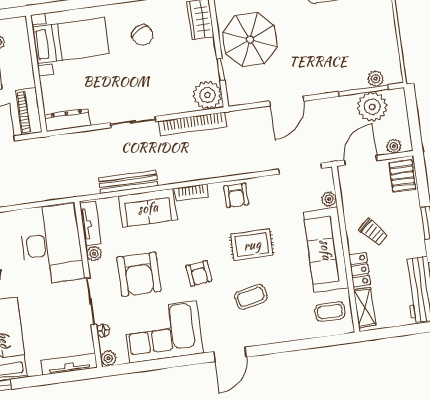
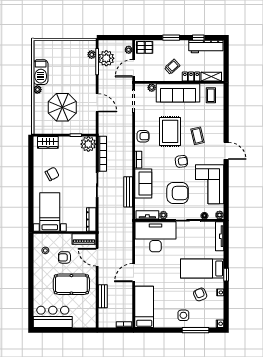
parasol: (250, 40) -> (62, 107), moved
door: (361, 160) -> (134, 68), hinge flipped
rug: (252, 245) -> (170, 131), width x1.36, depth x1.43

